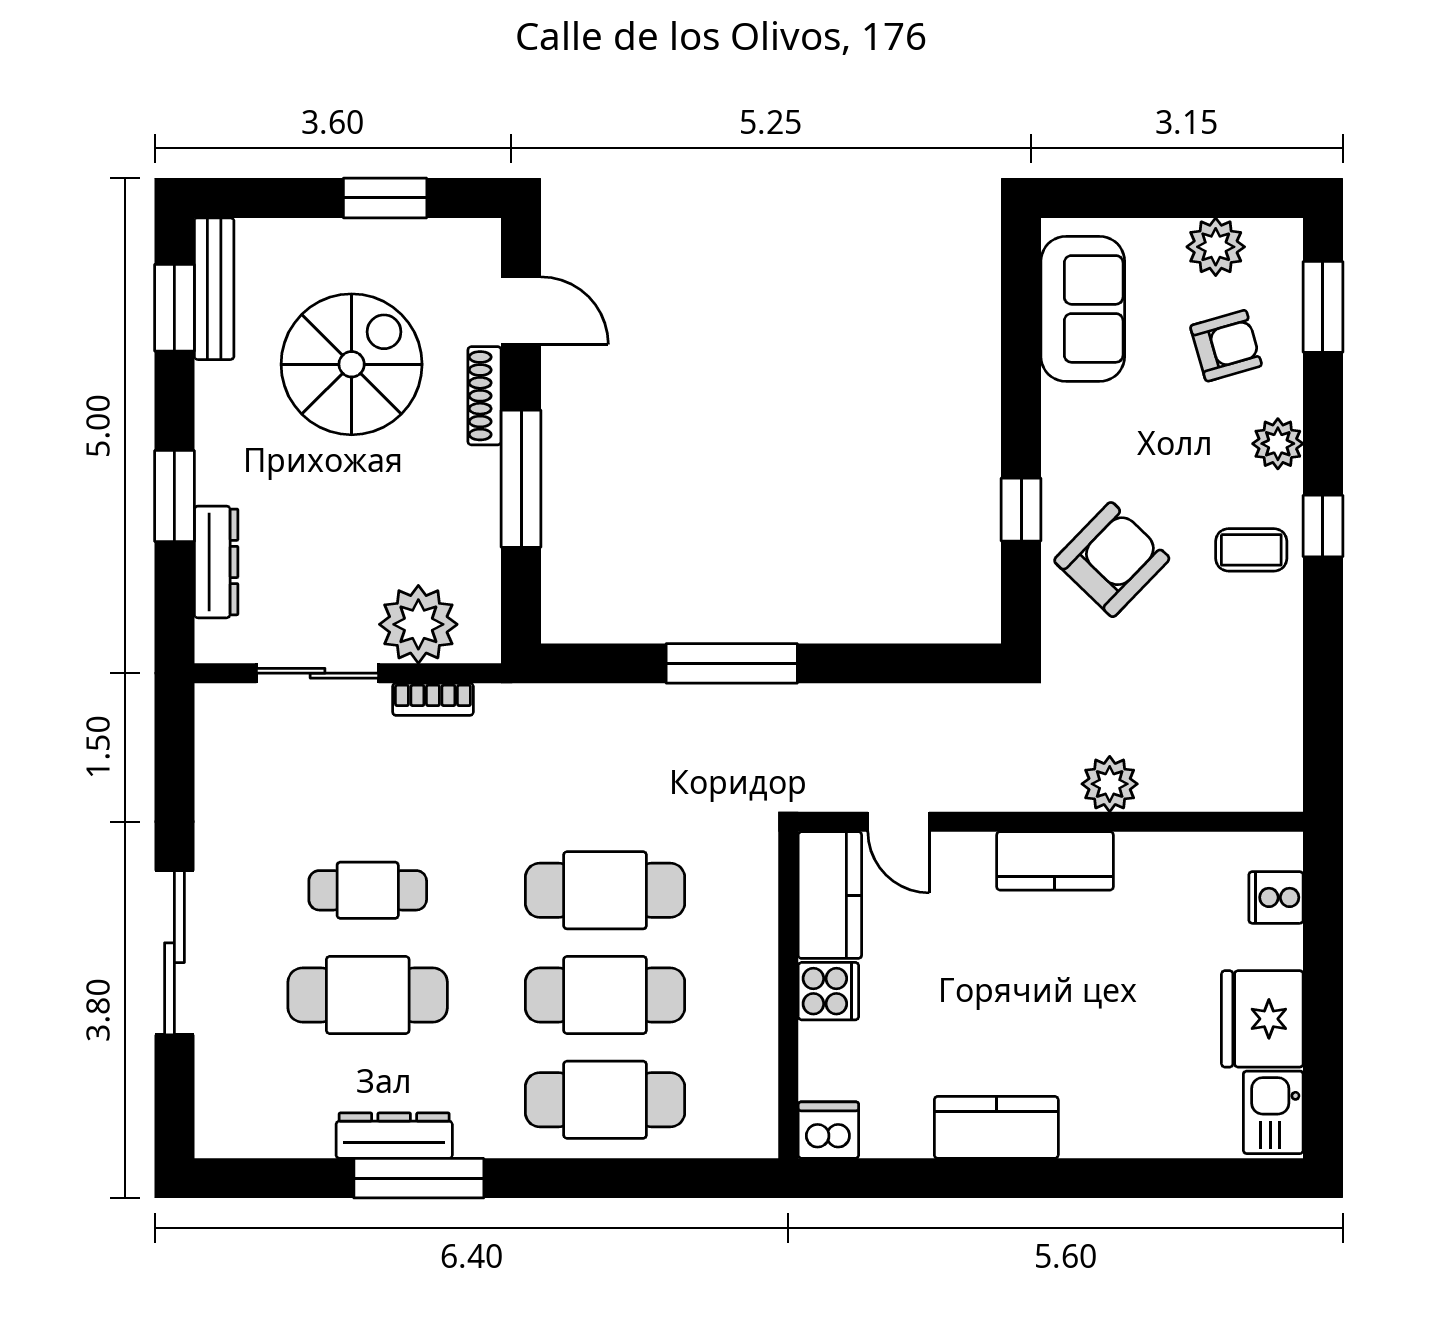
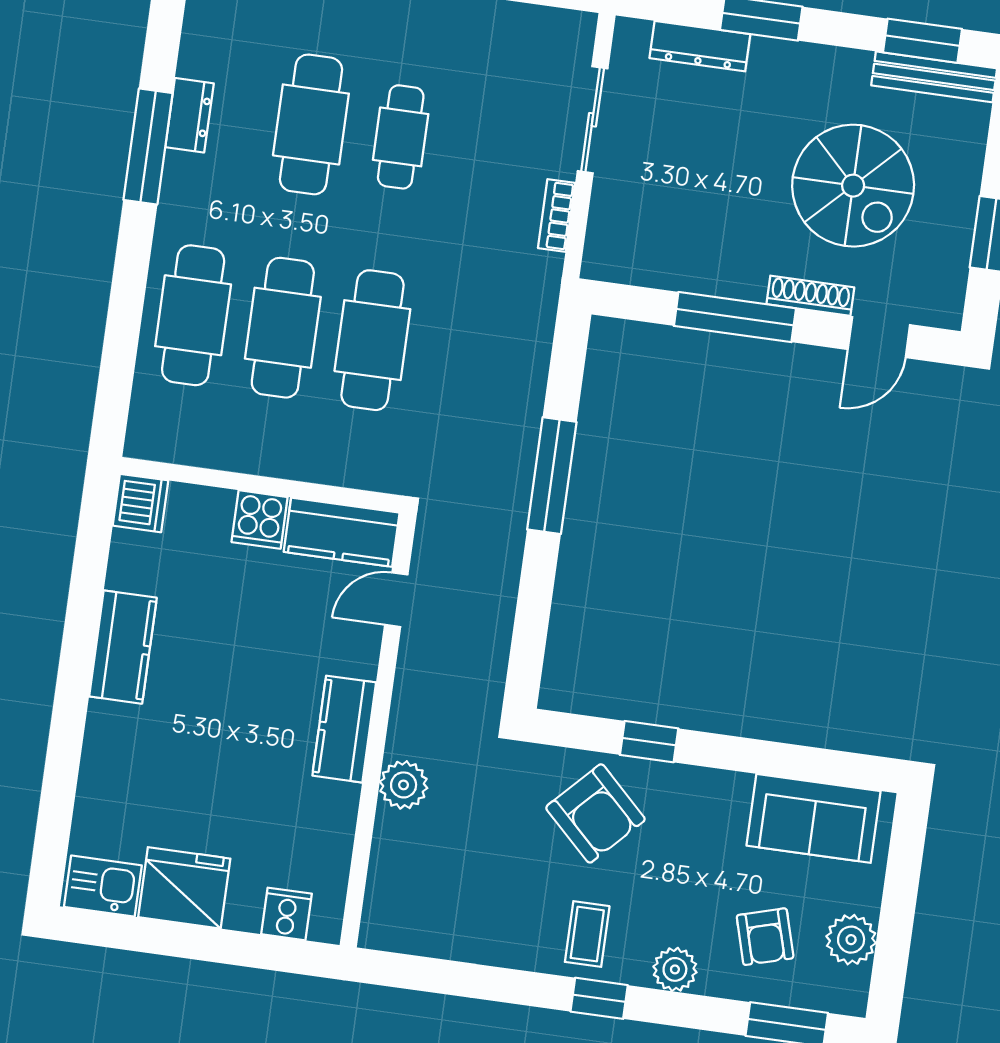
plant: (418, 624) -> (622, 212), removed
dresser: (394, 1136) -> (190, 115), width x0.70

